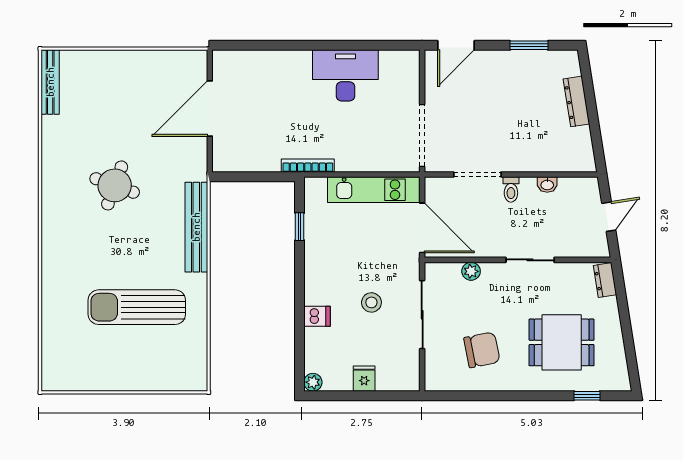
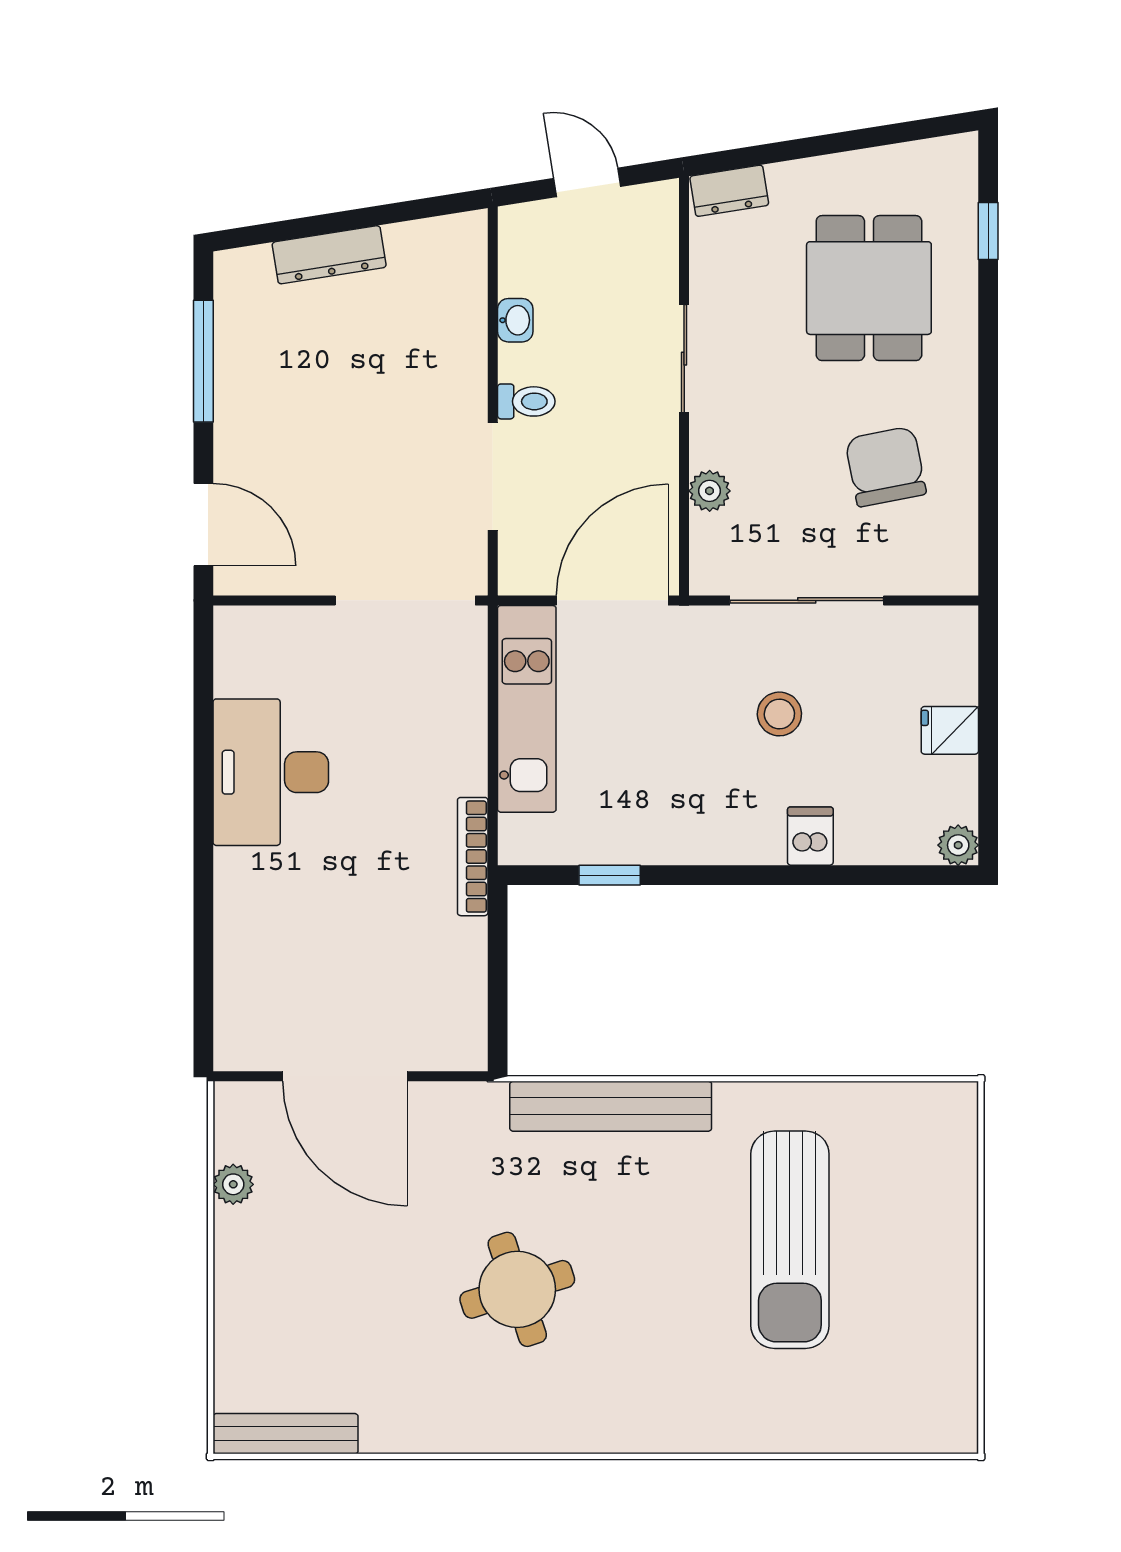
window: (529, 45) -> (203, 361), width x1.44
plant: (162, 59) -> (233, 1184), added
round table: (115, 185) -> (517, 1289), turned -38

